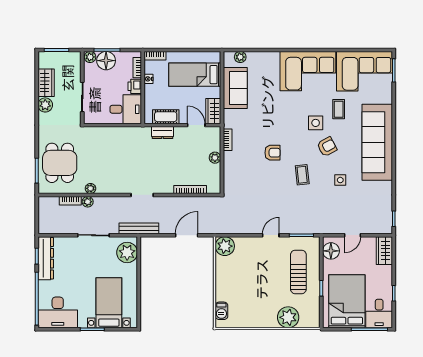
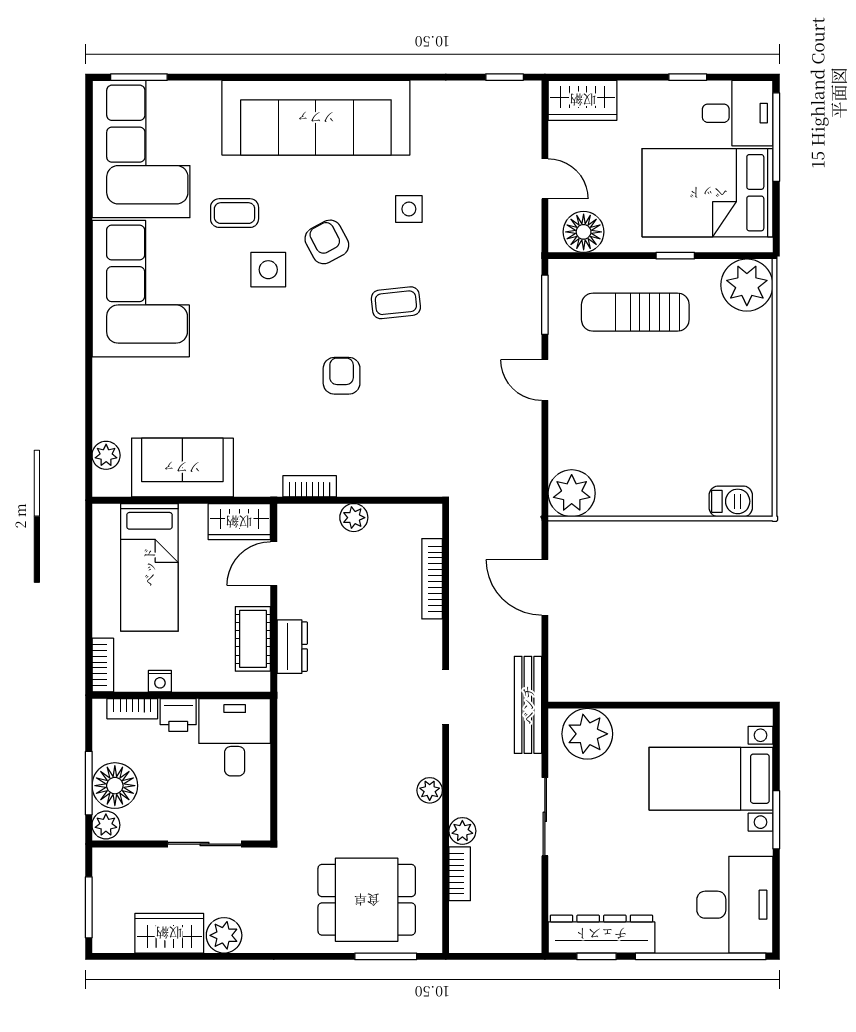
plant: (91, 188) -> (430, 790), moved
plant: (288, 317) -> (747, 285), moved

